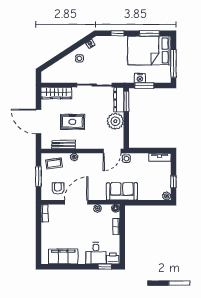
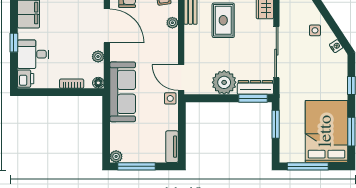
nightstand: (140, 78) -> (286, 118), removed
window: (173, 182) -> (136, 166), width x2.17
sofa: (122, 191) -> (123, 92), width x1.36
window: (105, 267) -> (14, 43), moved

